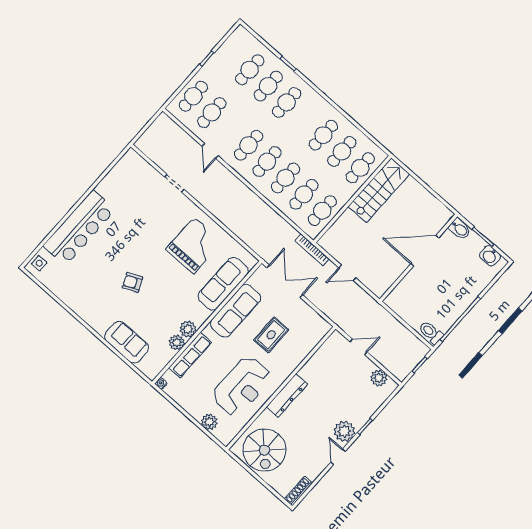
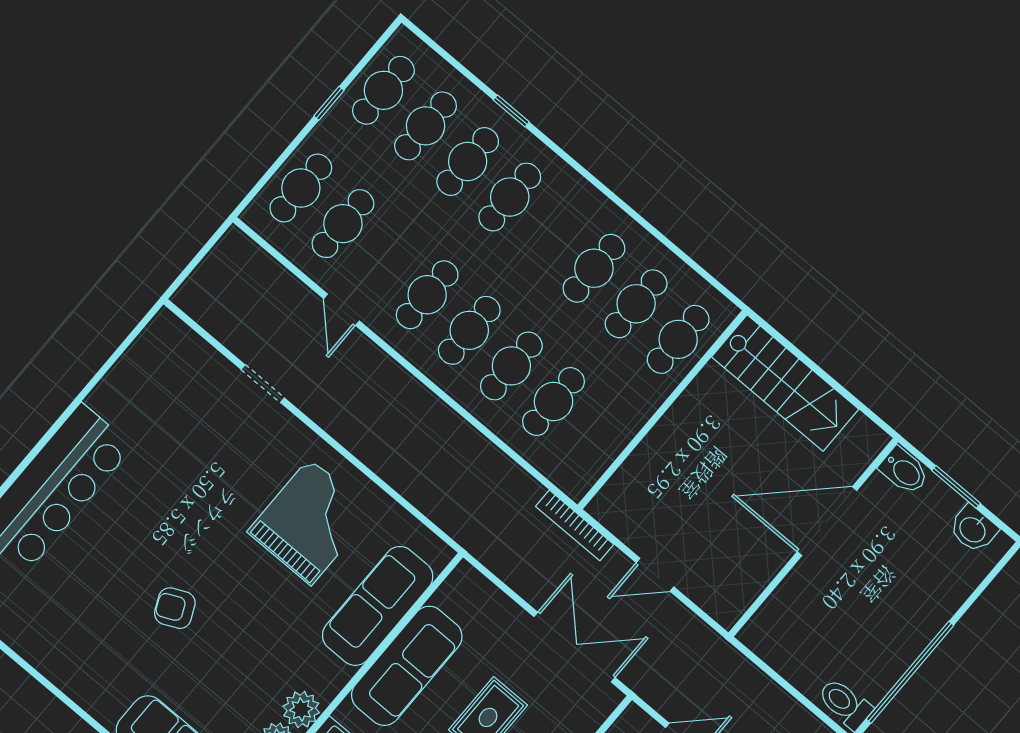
stairs: (379, 190) -> (785, 383), moved, turned 90
cafe table: (322, 211) -> (383, 90), moved
double door: (285, 281) -> (574, 647), moved

